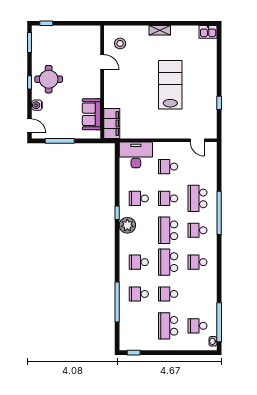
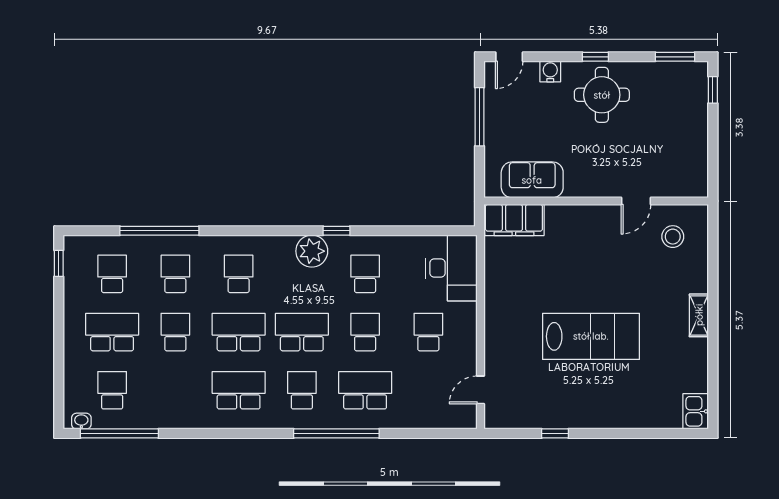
school desk: (197, 262) -> (239, 390), width x1.85
school desk: (139, 326) -> (112, 274), added

